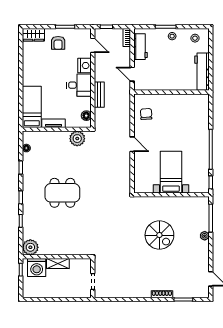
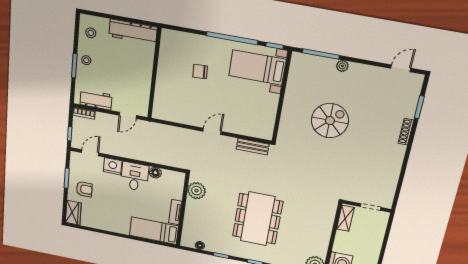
bench: (99, 95) -> (253, 147), moved
chair: (146, 114) -> (200, 72), moved
floor lamp: (86, 116) -> (155, 173), moved
bed with nightstands: (171, 172) -> (257, 68), moved
dining table: (62, 193) -> (258, 219), width x1.36, depth x1.24
shelving: (58, 264) -> (345, 218), moved

